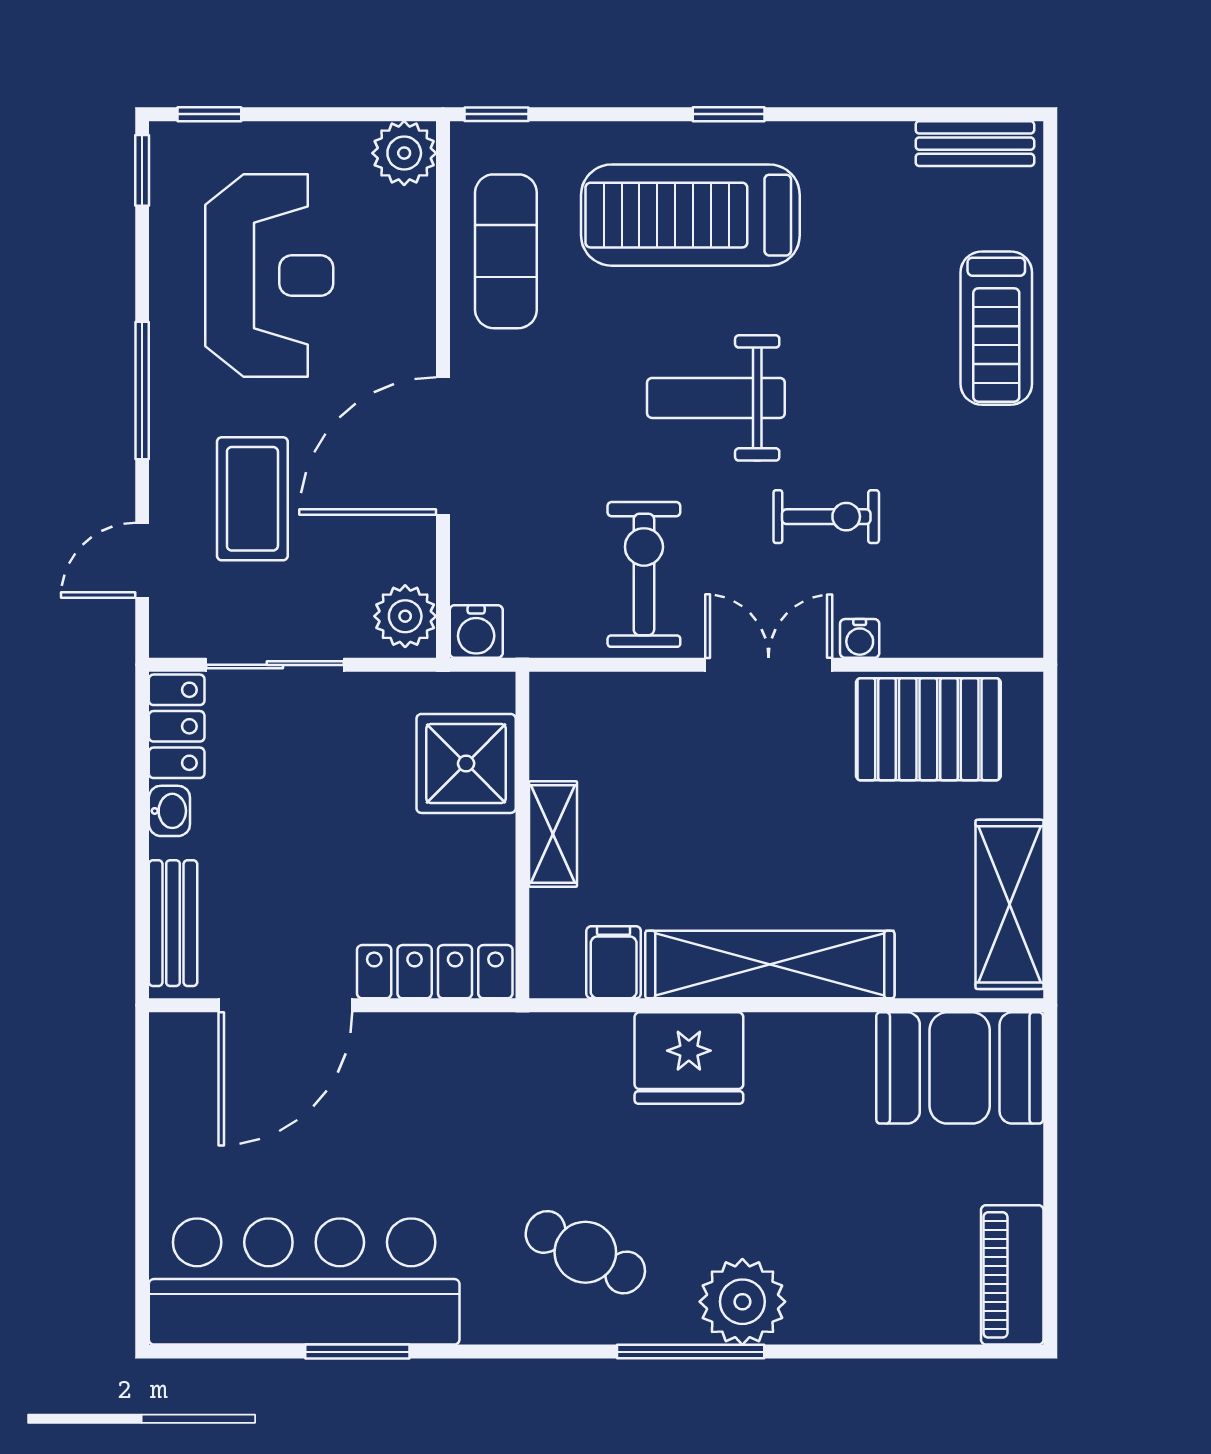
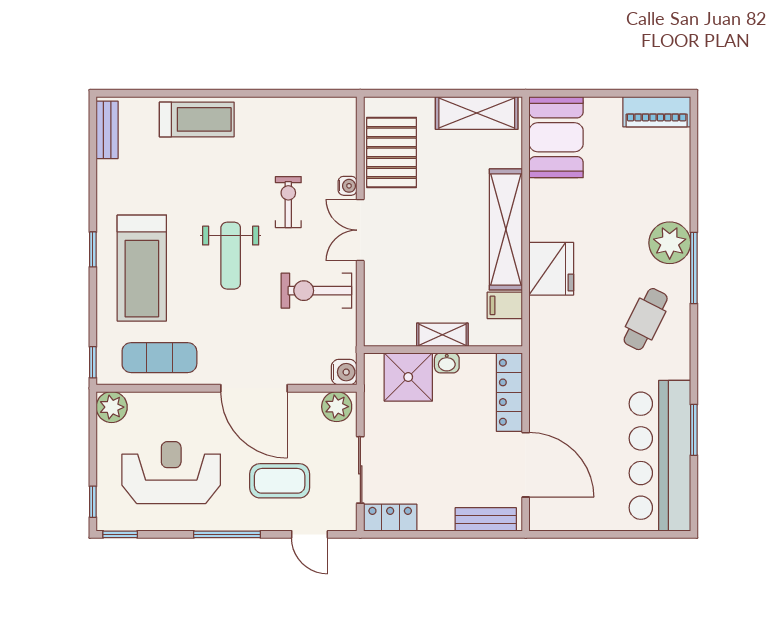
washbasin: (169, 811) -> (447, 363), moved, turned 180

